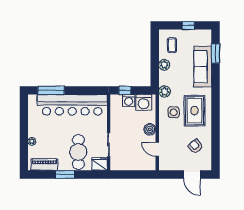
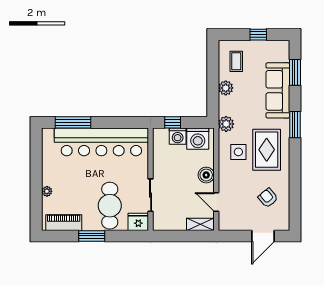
window: (216, 92) -> (295, 125), added
shelving: (146, 166) -> (200, 224), added
door: (192, 174) -> (263, 236), hinge flipped

